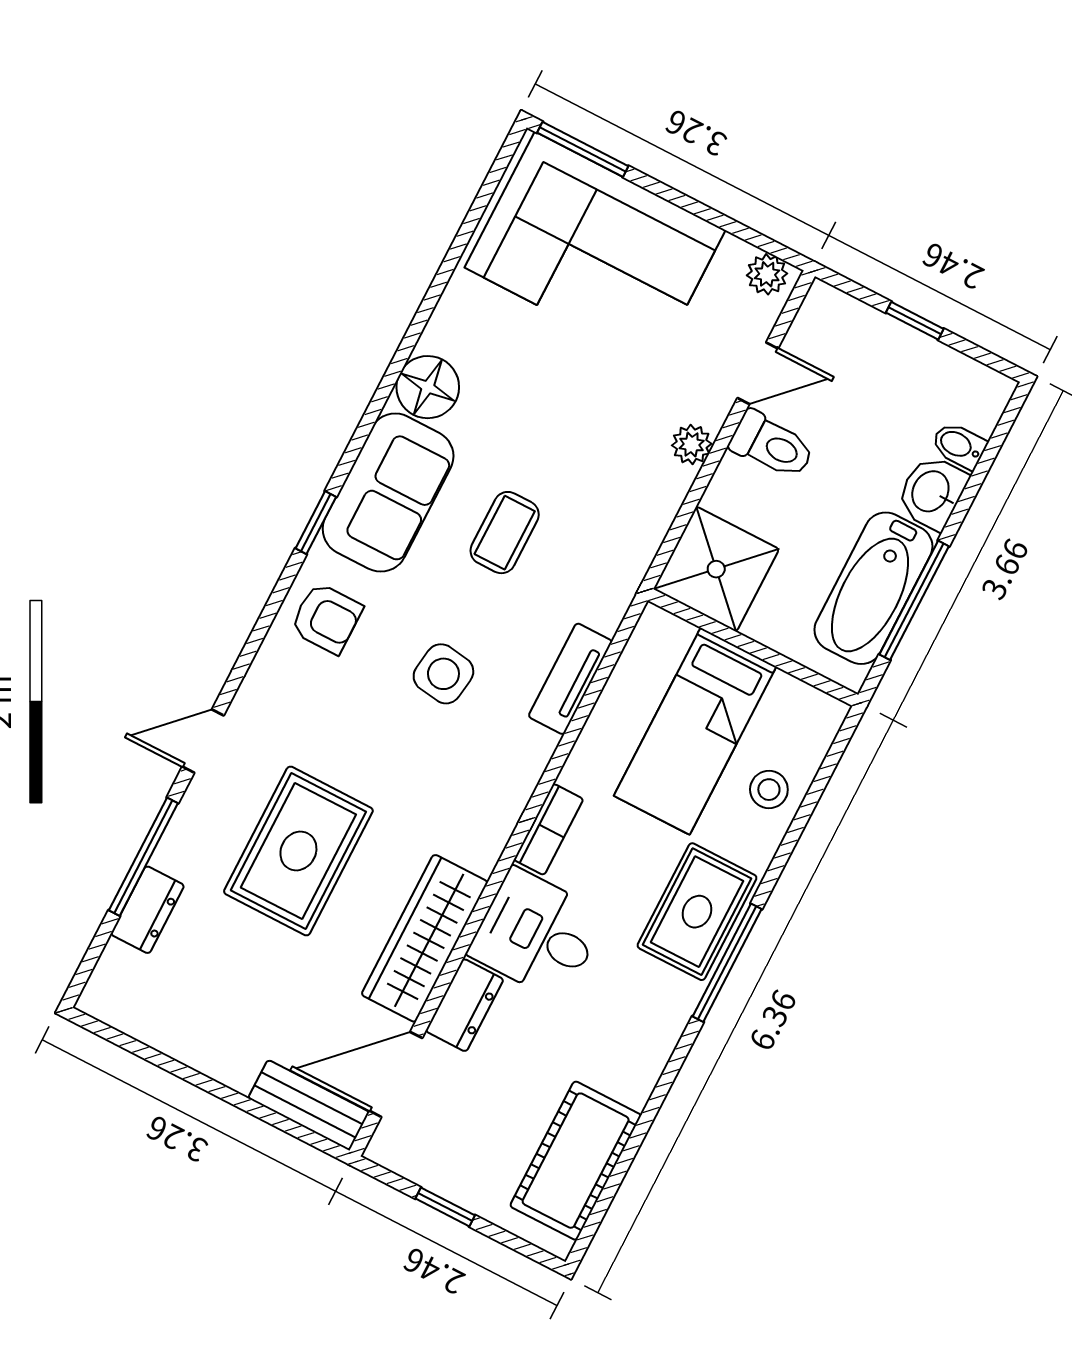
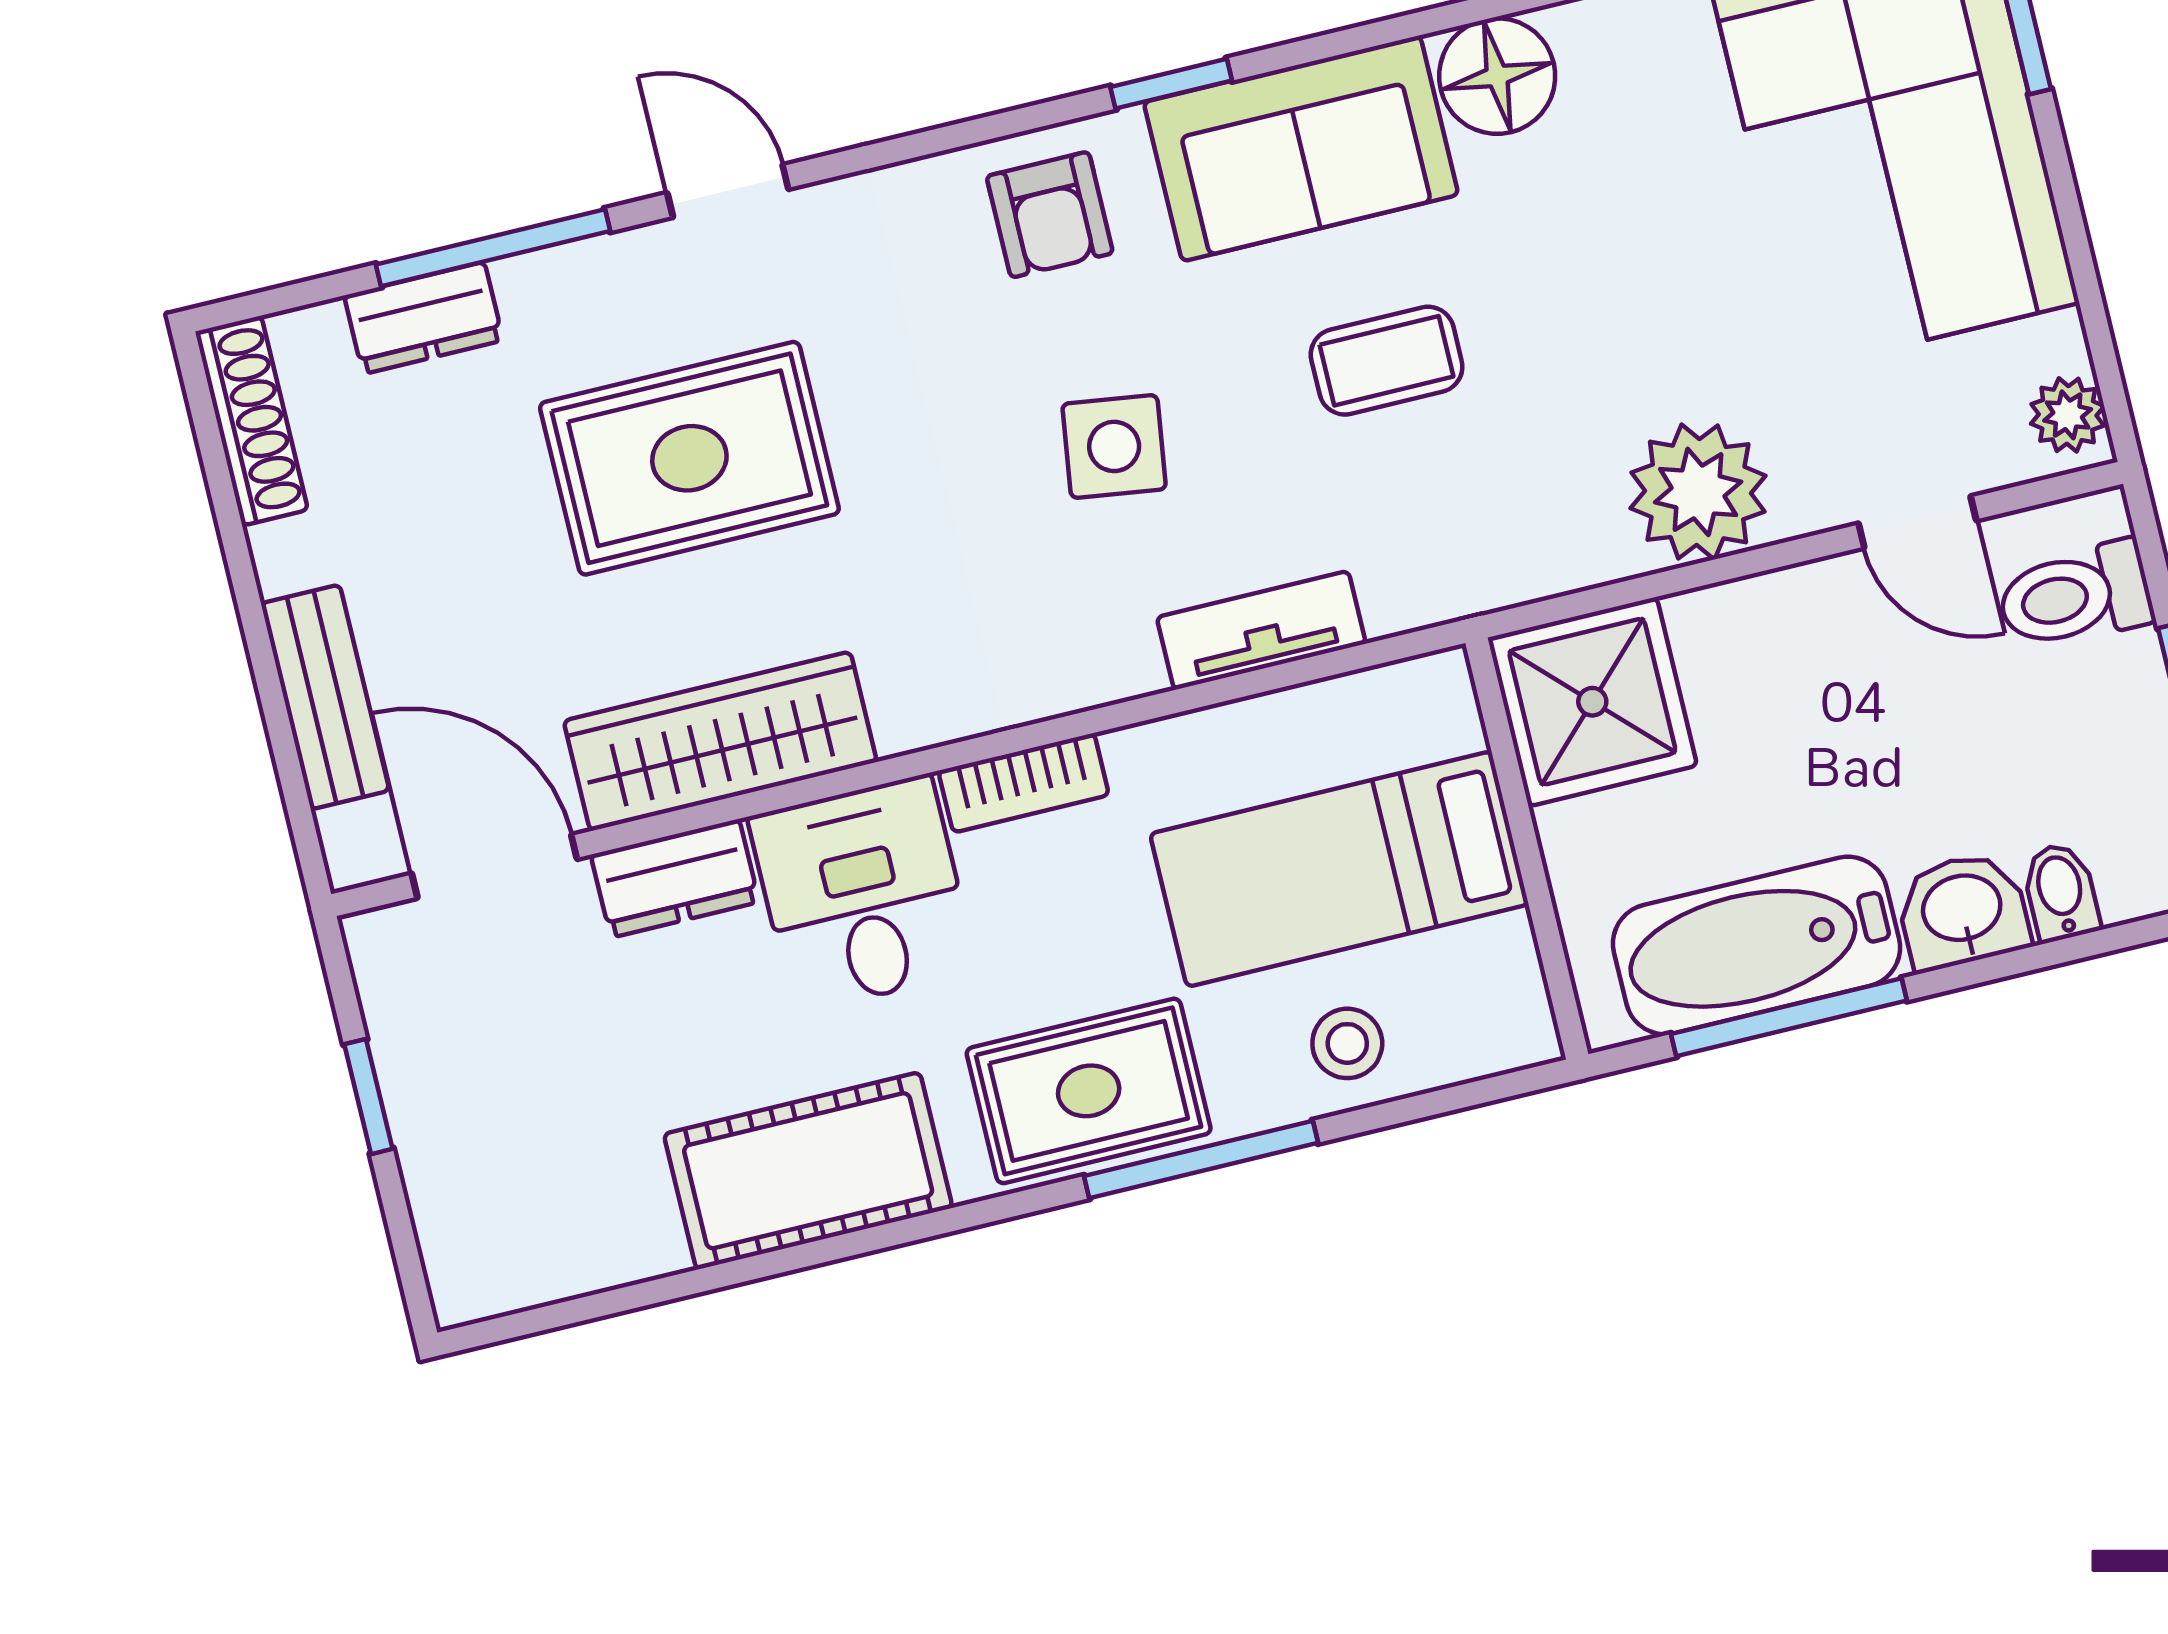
plant: (692, 445) -> (1698, 492), width x1.88, depth x1.88
toilet: (772, 445) -> (2075, 596), moved, turned 90
window: (727, 963) -> (1201, 1159), moved
shoe rack: (129, 1016) -> (252, 421), added
bench: (309, 1105) -> (325, 697), moved
cot: (576, 1161) -> (808, 1171), moved

